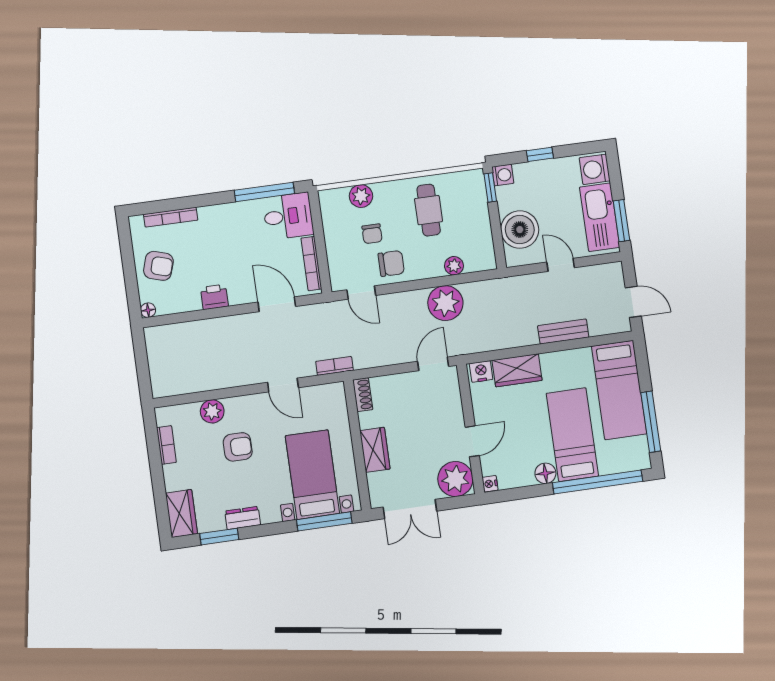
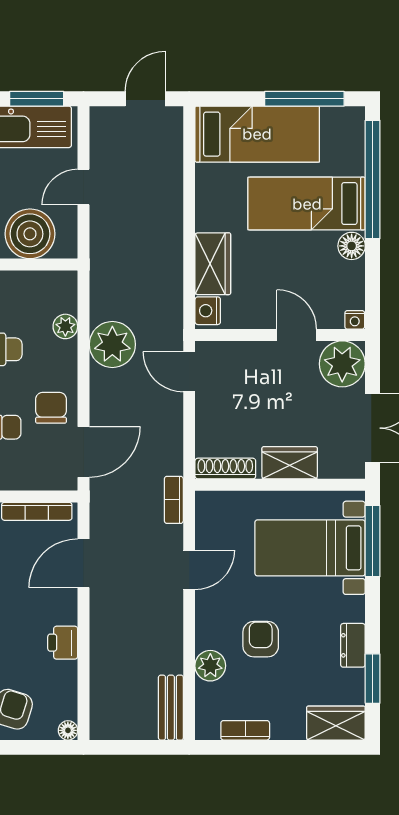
door: (361, 293) -> (83, 452), width x1.38
bench: (563, 332) -> (171, 708), moved
shoe rack: (363, 395) -> (225, 469), width x1.43

